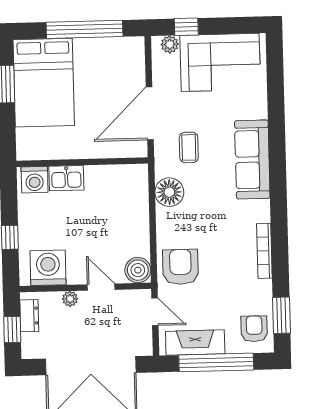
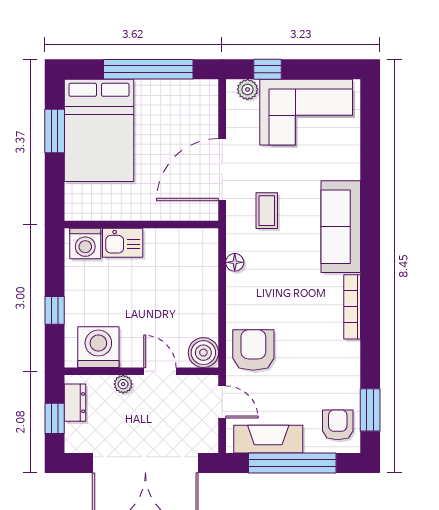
floor lamp: (169, 192) -> (235, 262), width x0.53, depth x0.53
bookcase: (264, 251) -> (352, 307), moved

